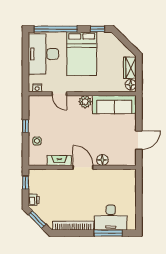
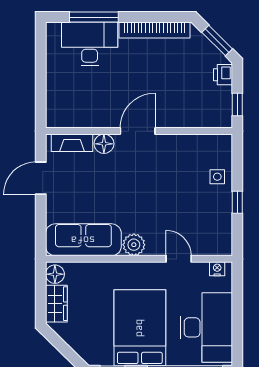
fireplace: (59, 161) -> (72, 143), moved
door: (83, 167) -> (138, 131), swing flipped

